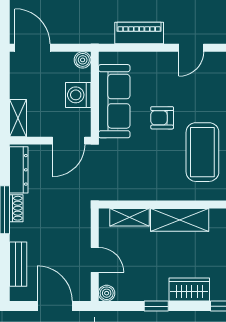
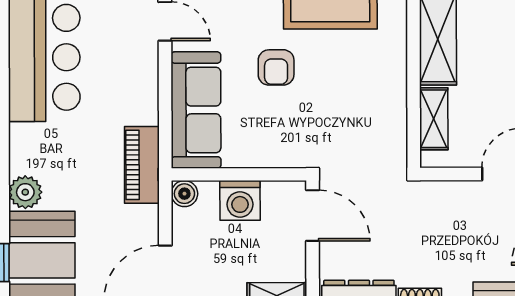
piano: (139, 33) -> (142, 165), moved
sofa: (114, 101) -> (196, 110), moved, turned 90

